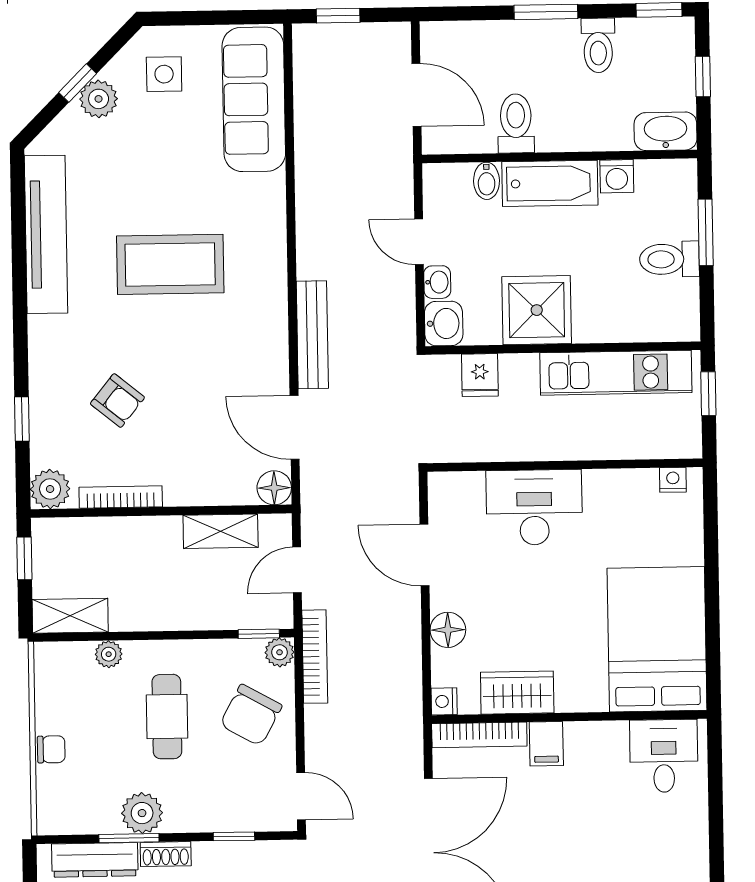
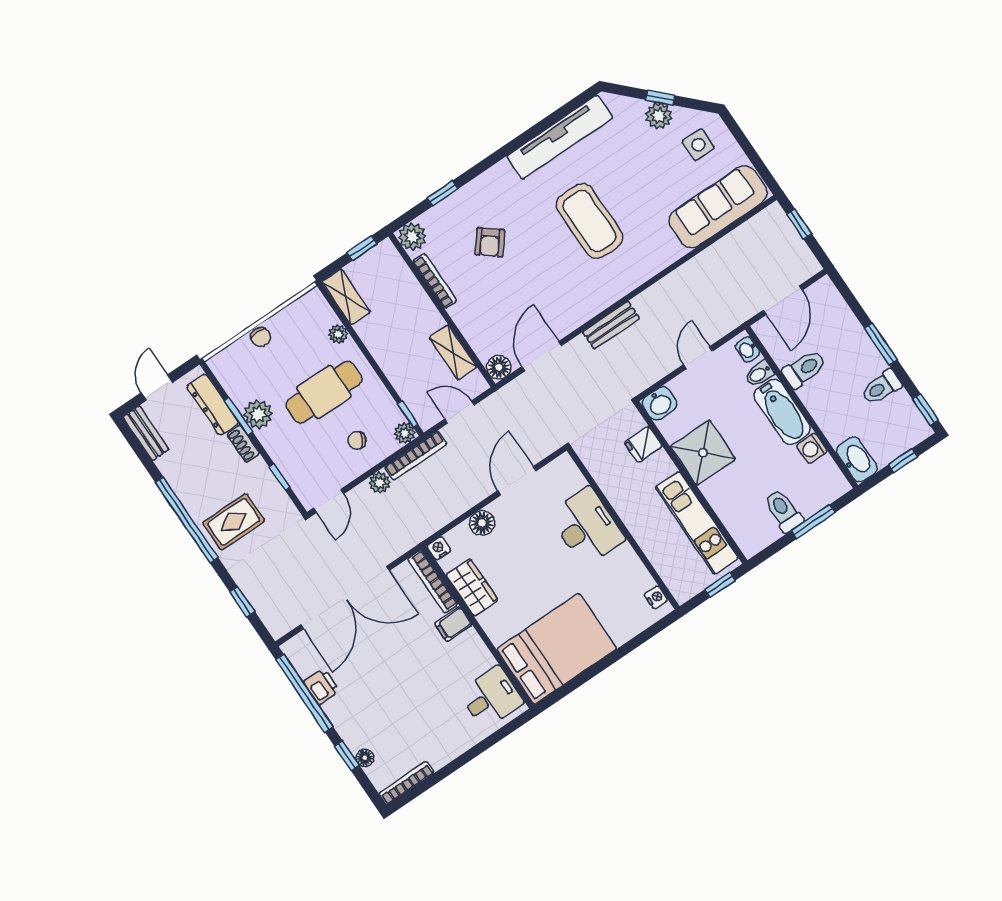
washbasin: (437, 282) -> (748, 350), moved, turned 90
bench: (312, 335) -> (611, 325), width x0.73
chair: (251, 715) -> (357, 440), width x0.54, depth x0.54
cafe table: (167, 717) -> (324, 392), width x1.37, depth x1.35
plant: (319, 721) -> (380, 483), added

